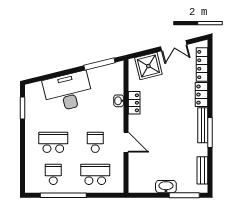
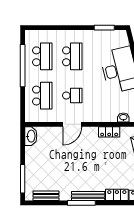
washbasin: (119, 101) -> (123, 117), moved
school desk: (53, 174) -> (42, 56), width x1.85
washbasin: (166, 187) -> (31, 136), moved

